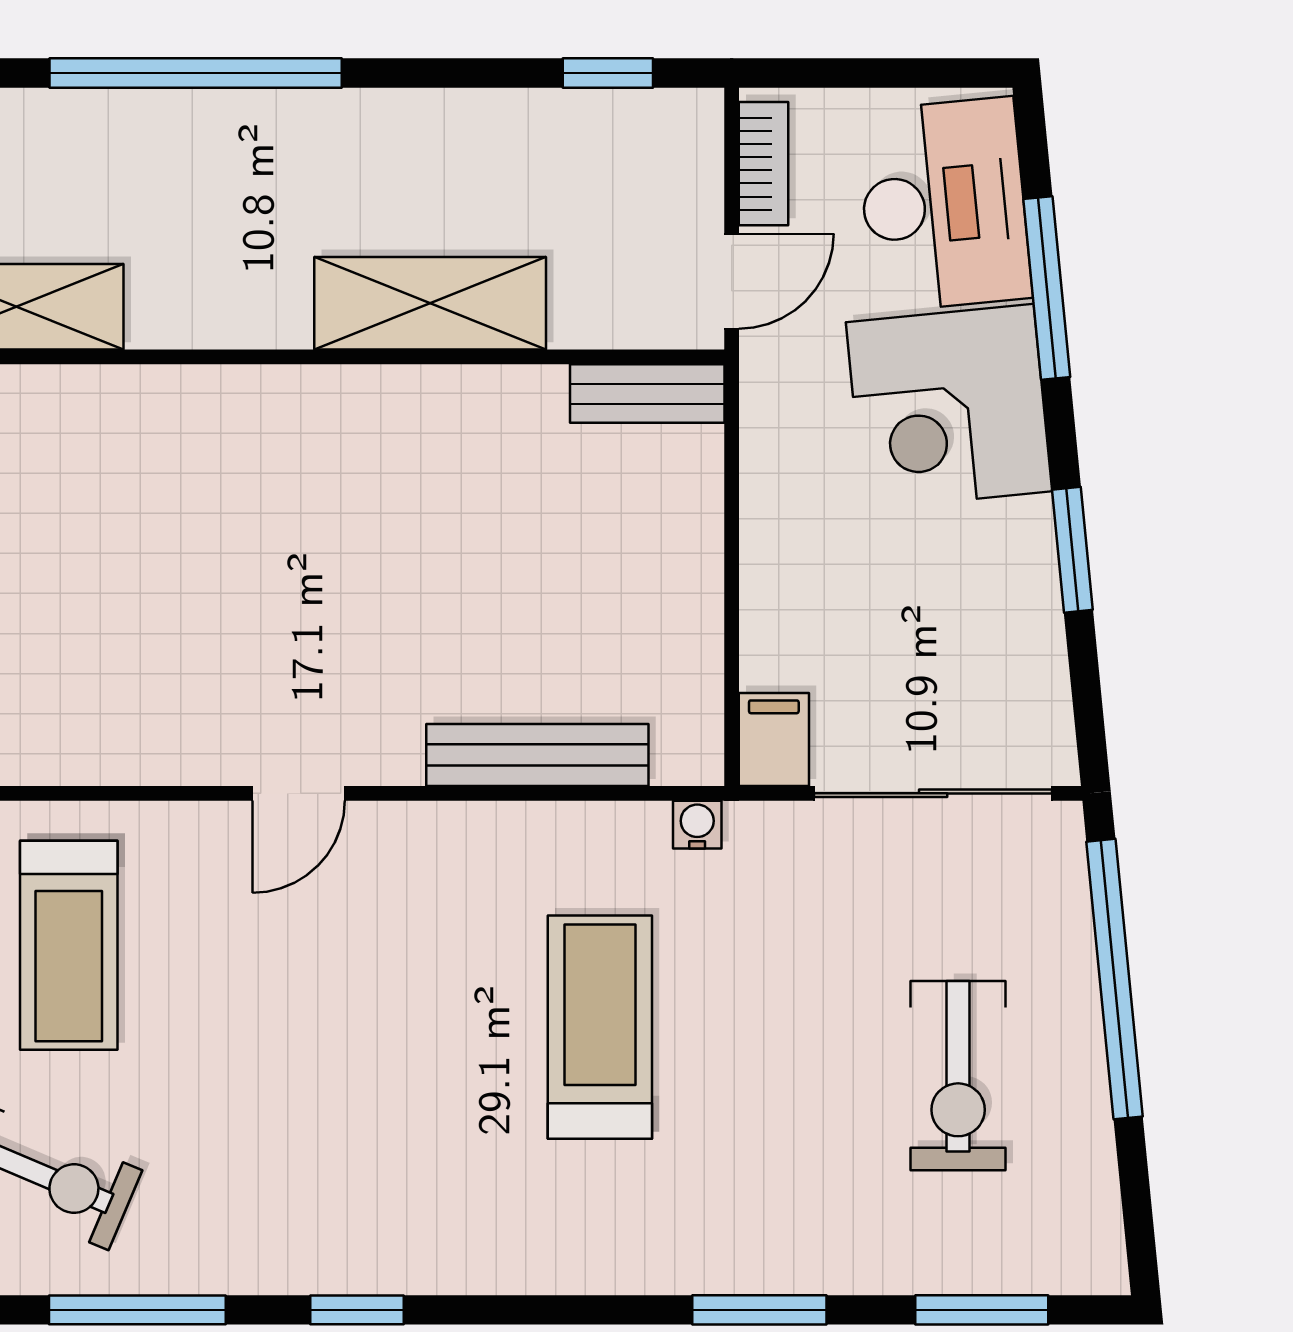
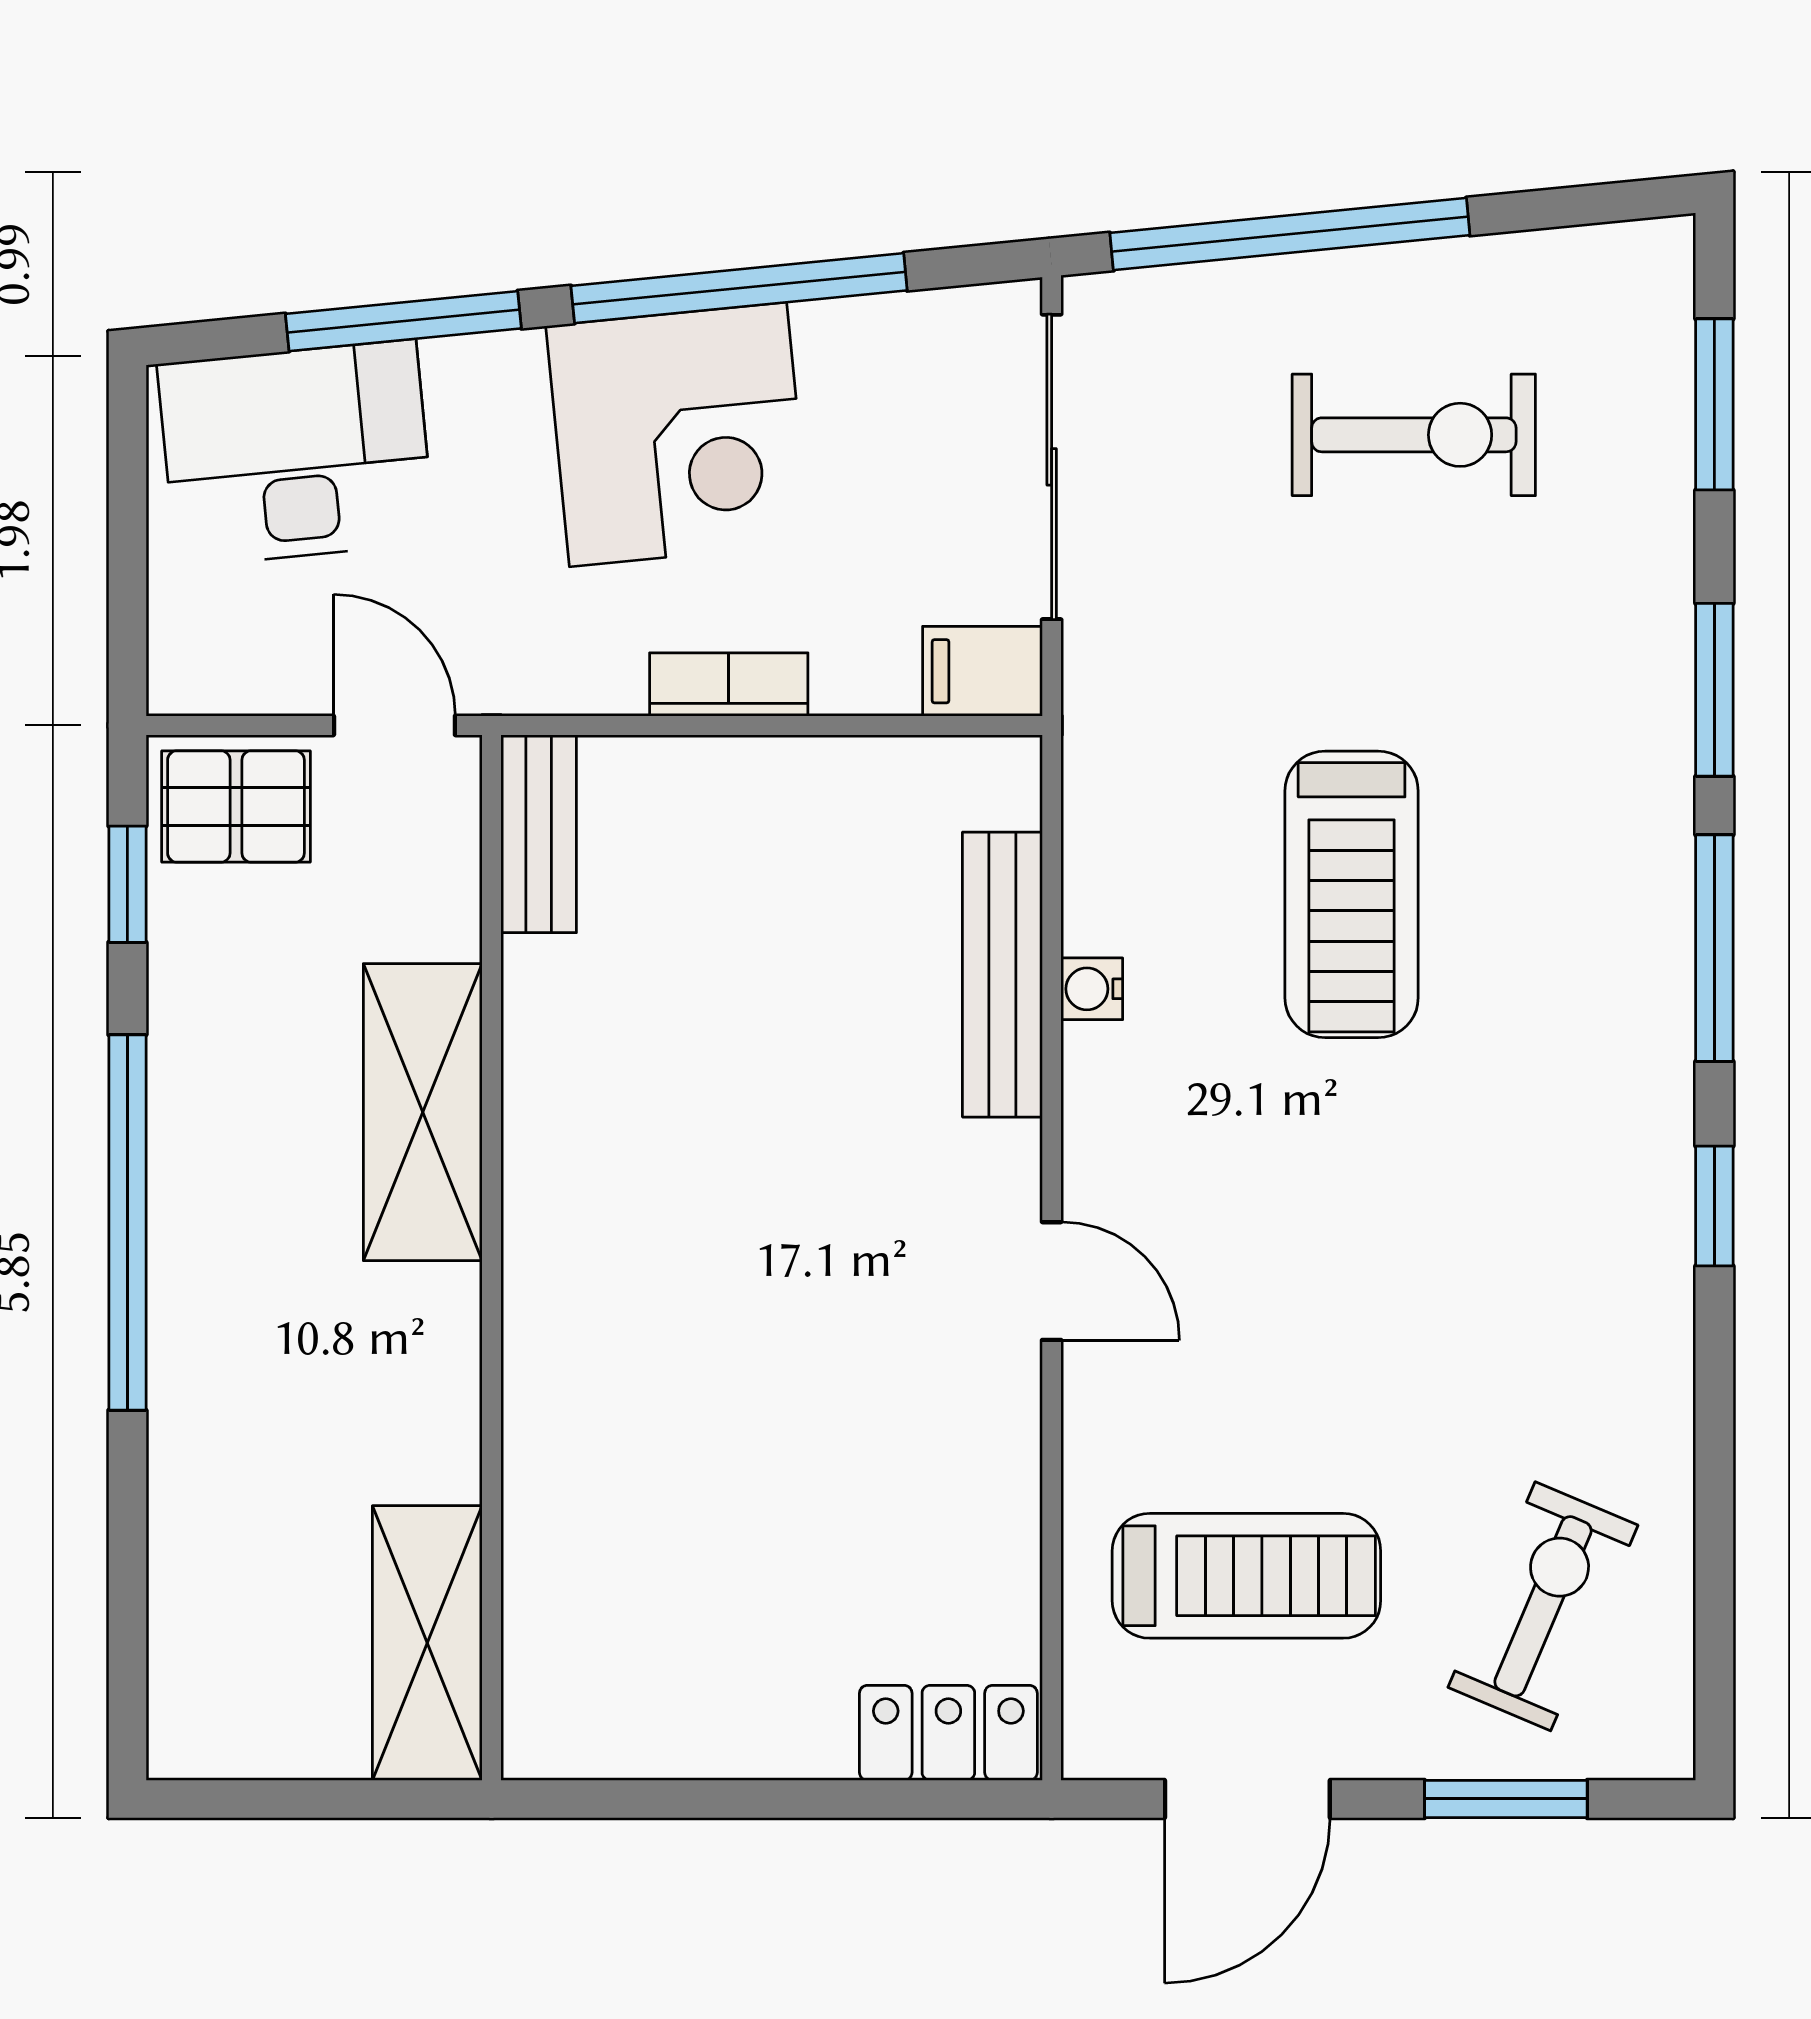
window: (196, 73) -> (127, 1223), moved
pallet: (668, 158) -> (236, 807), added
bookcase: (764, 164) -> (729, 684), moved
corner desk: (949, 407) -> (678, 435), moved
window: (1072, 550) -> (739, 288), width x2.11
water cooler: (697, 825) -> (1092, 989), moved
treadmill: (600, 1027) -> (1352, 894), turned -90
window: (137, 1310) -> (1714, 948), moved

